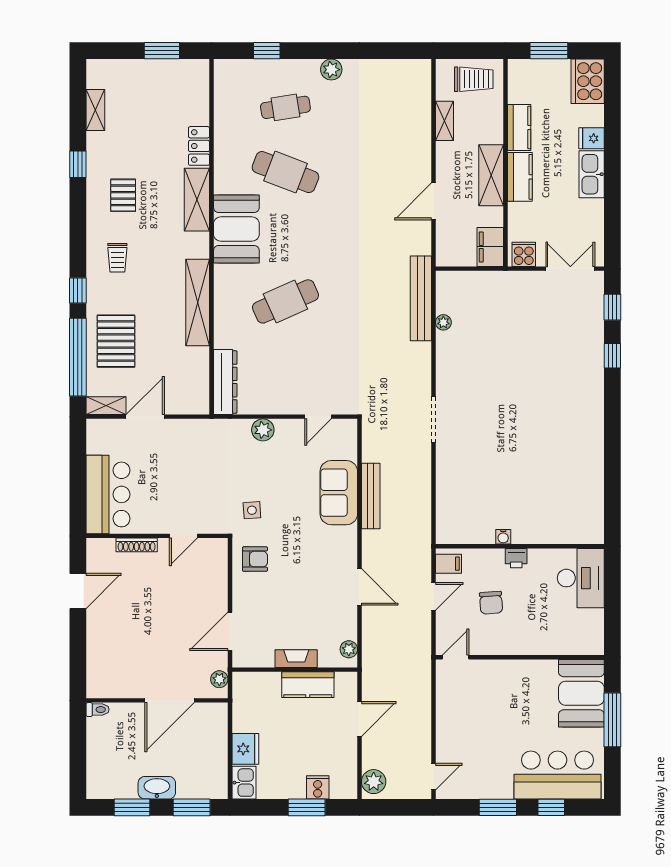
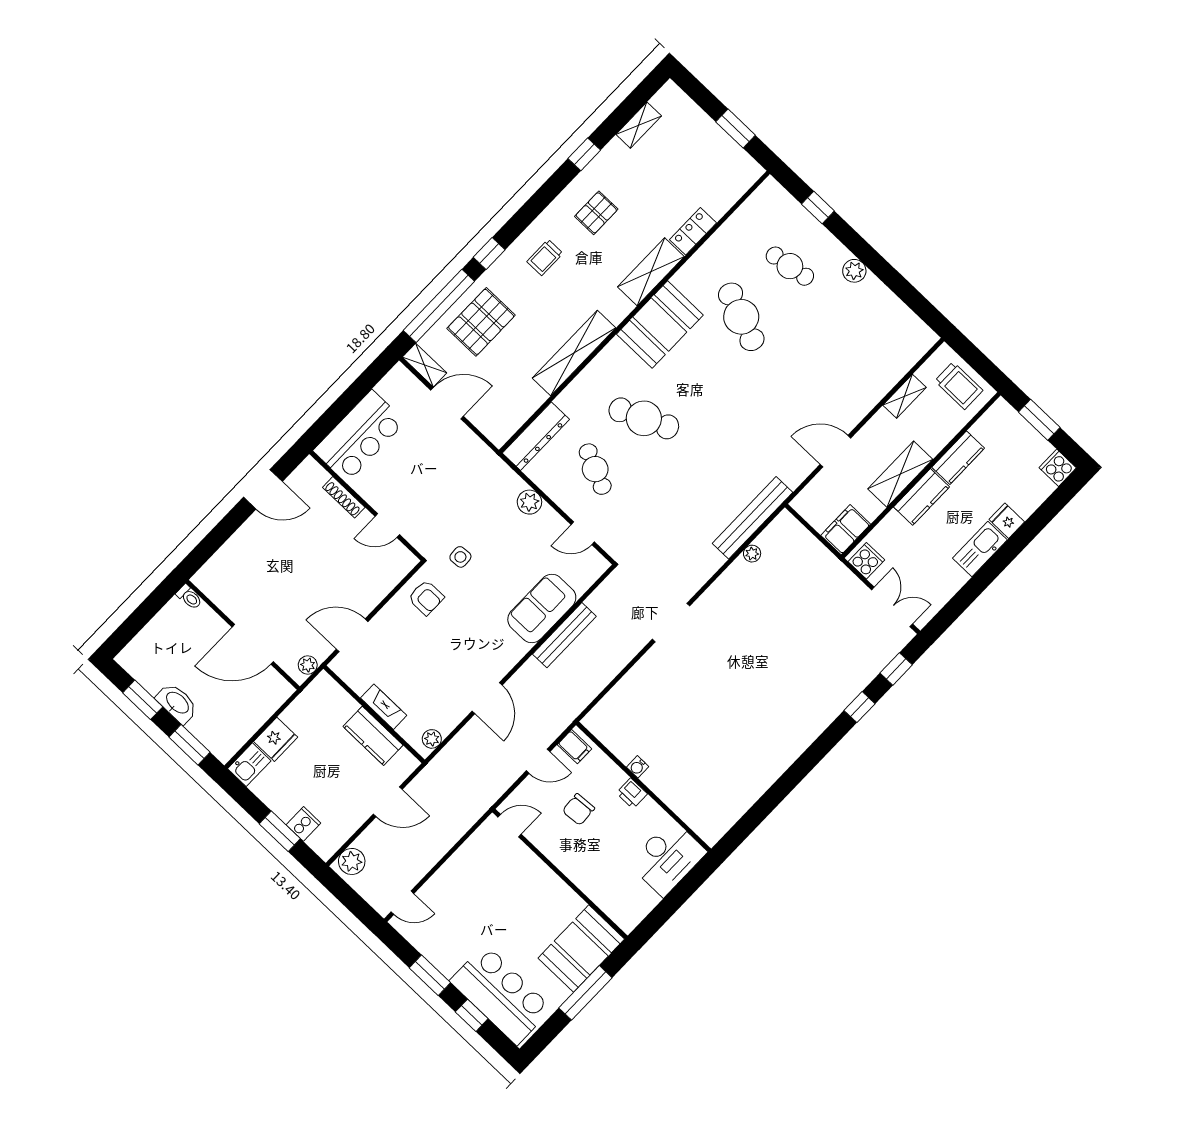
cooker: (588, 81) -> (1058, 468), width x0.53, depth x0.76
cafe table: (285, 366) -> (595, 469), added

